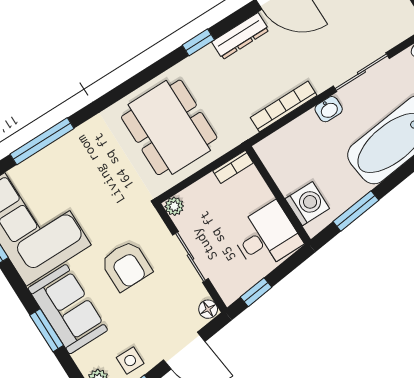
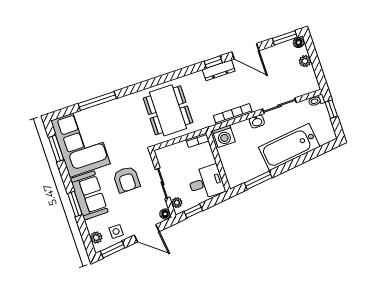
window: (198, 42) -> (213, 62), moved
washing machine: (307, 204) -> (224, 136), moved, turned 90
plant: (174, 206) -> (177, 203), moved

